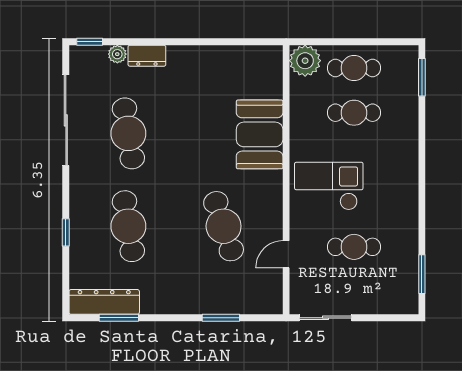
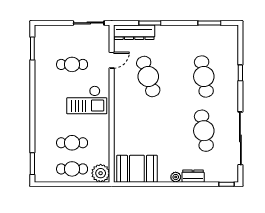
plant: (117, 54) -> (176, 177), moved
booth: (260, 134) -> (137, 169), moved, turned 90
dresser: (104, 302) -> (134, 32), moved

